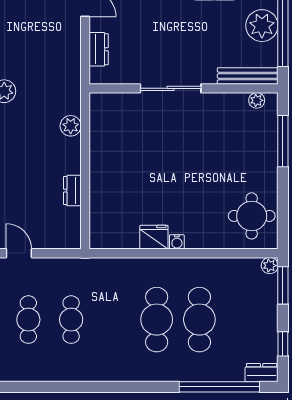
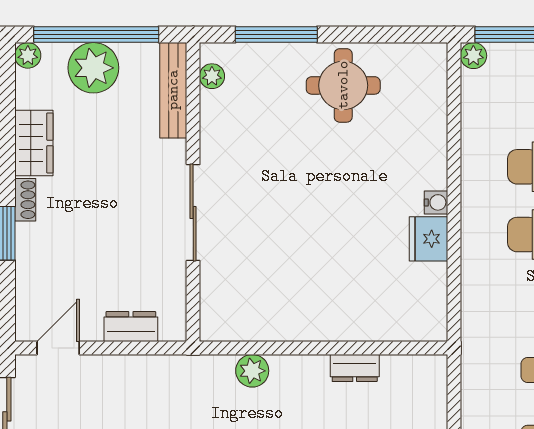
round table: (252, 216) -> (343, 85), moved

